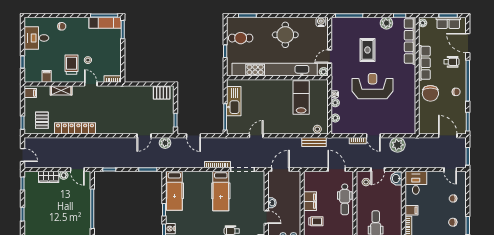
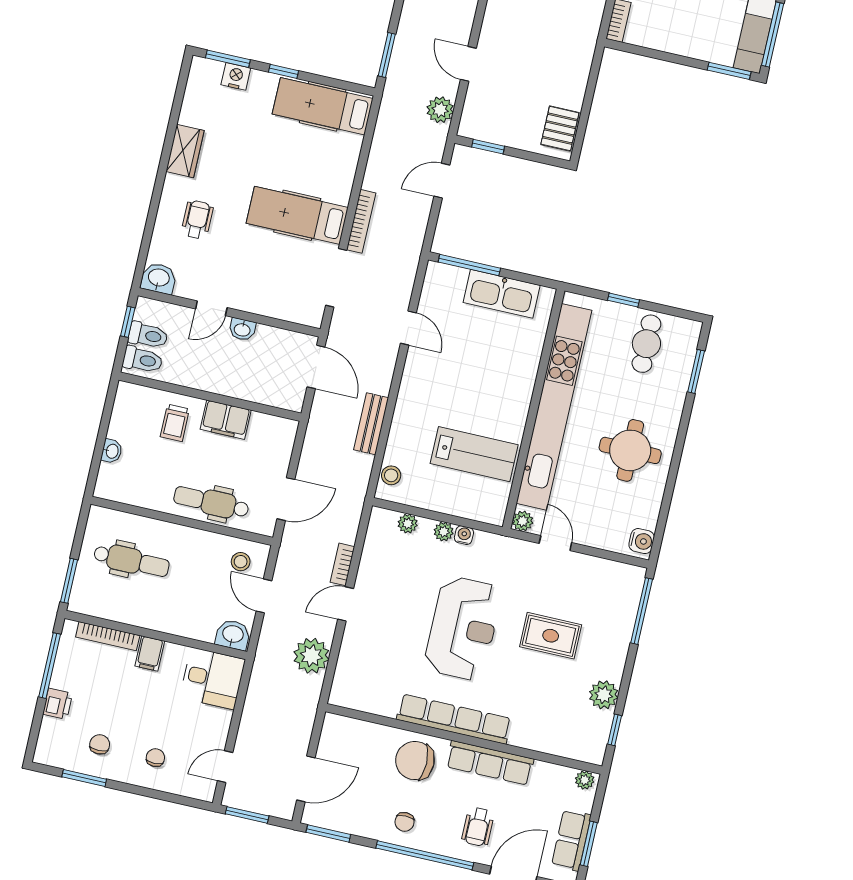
row of seats: (410, 41) -> (454, 719), moved
bench: (314, 142) -> (371, 424), moved

